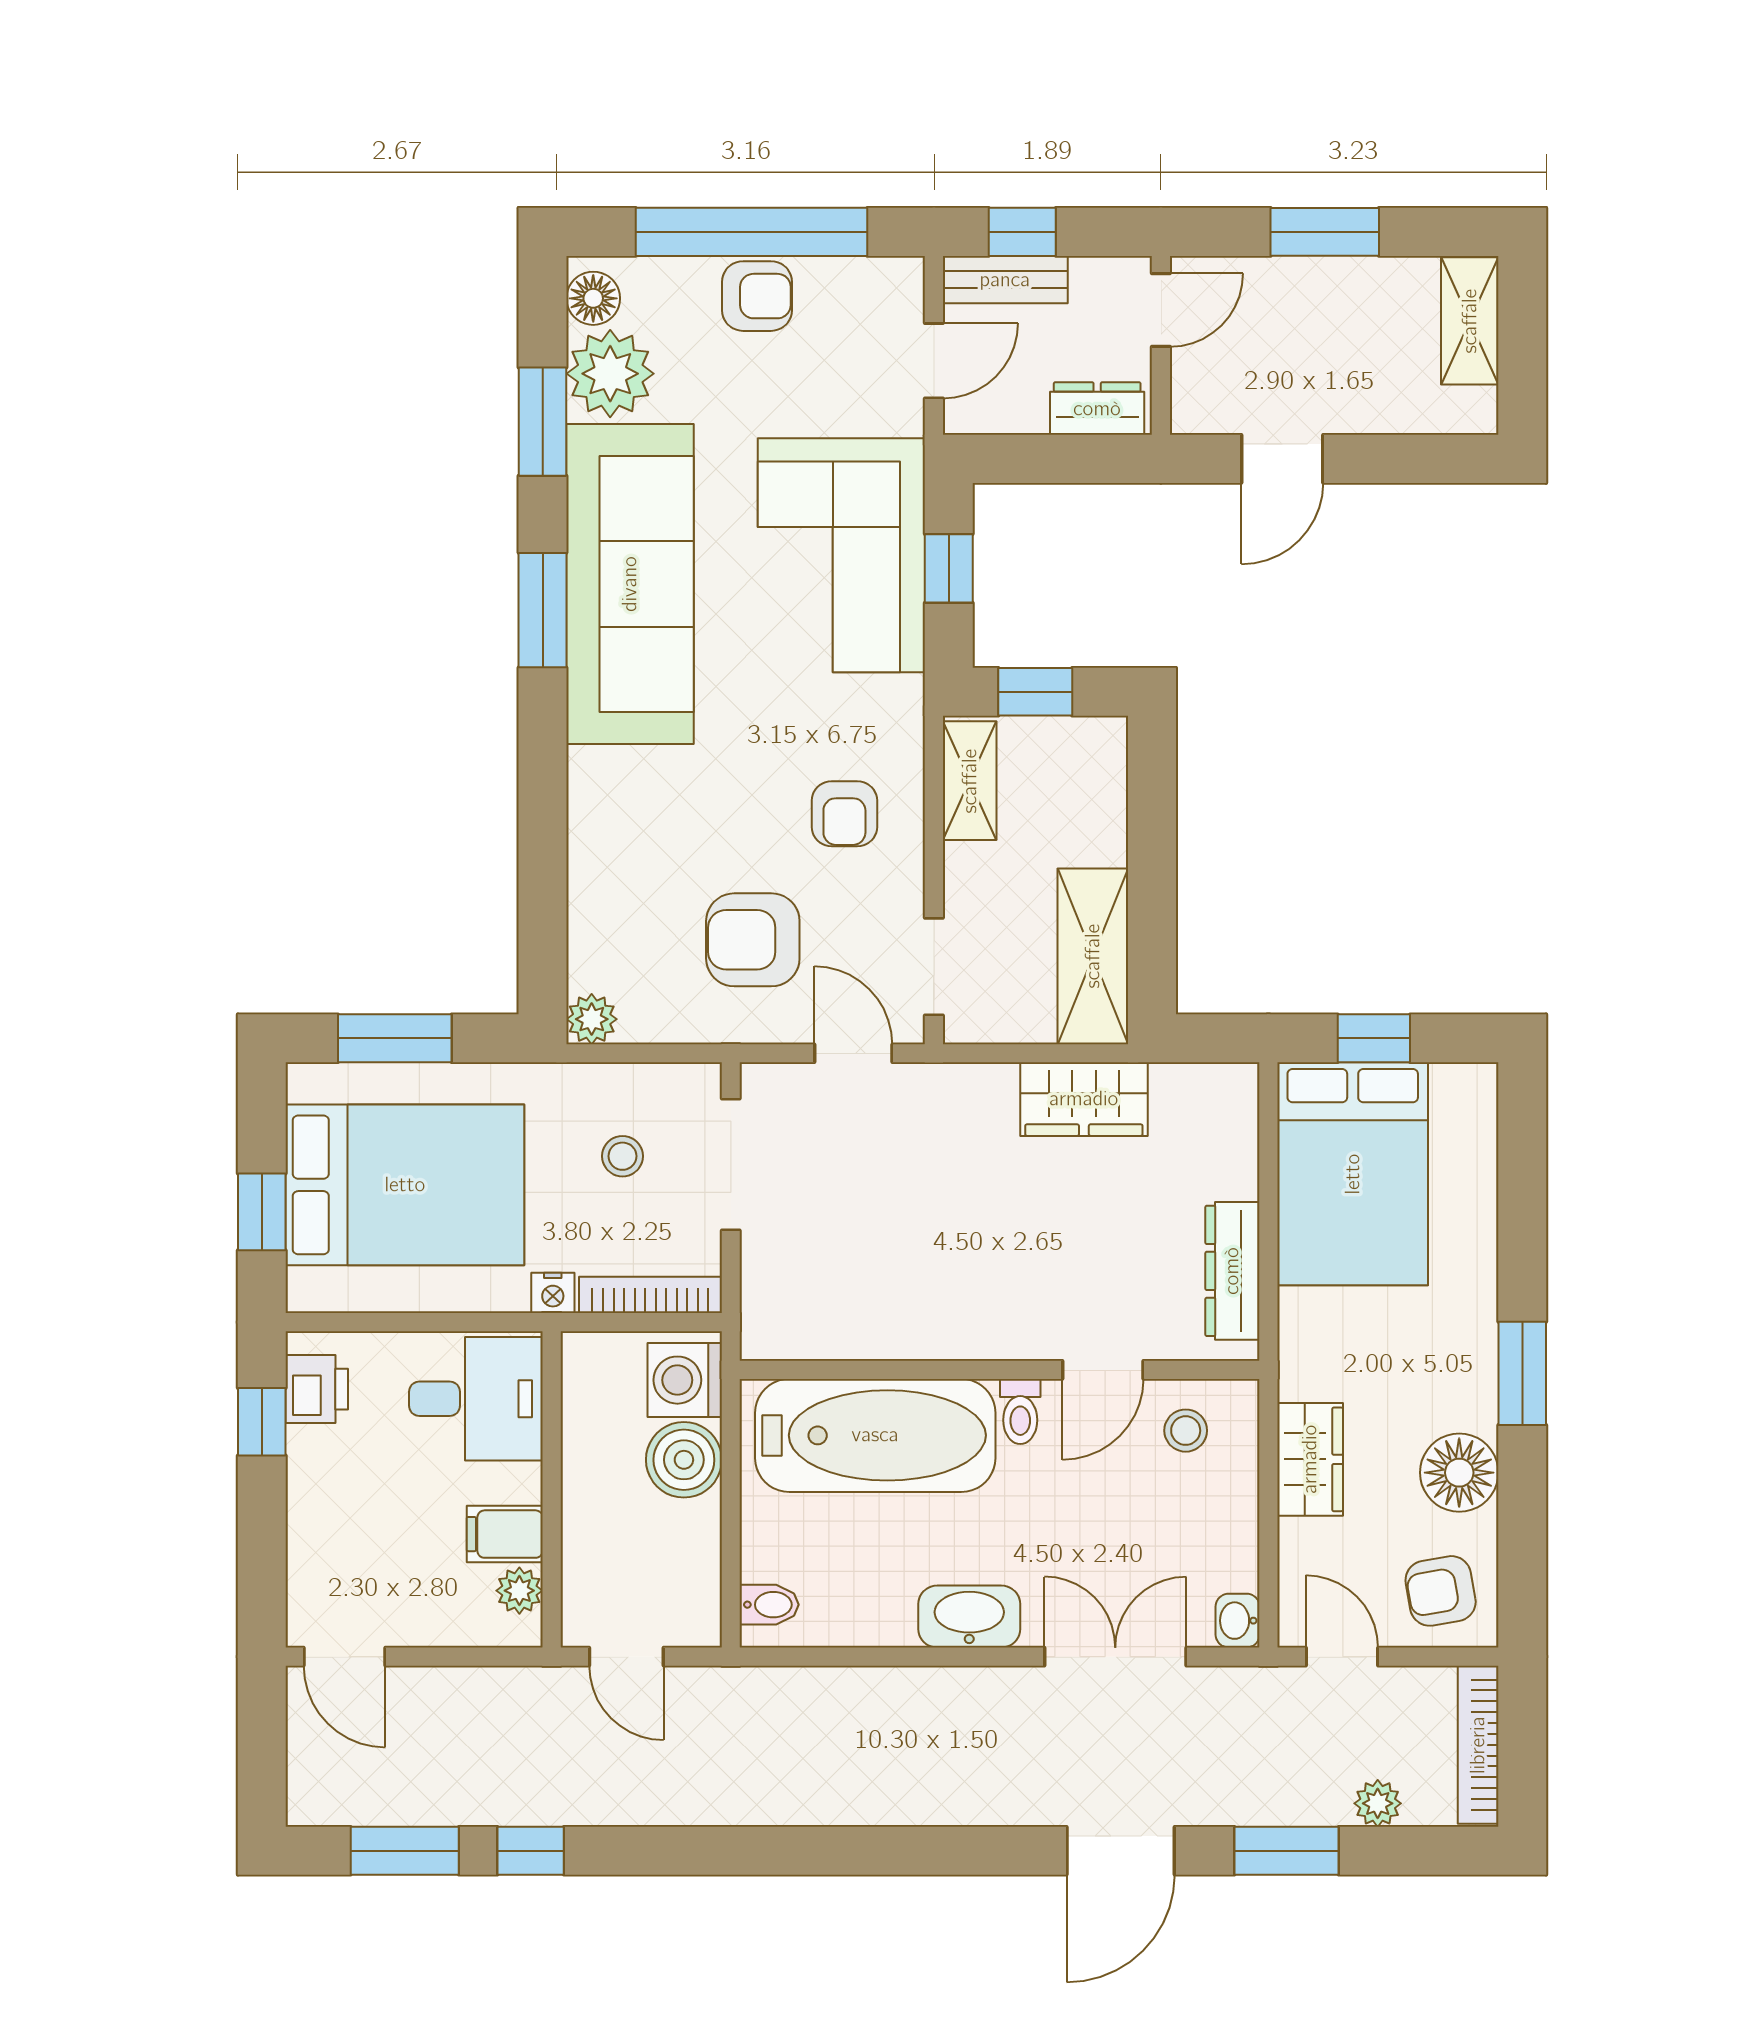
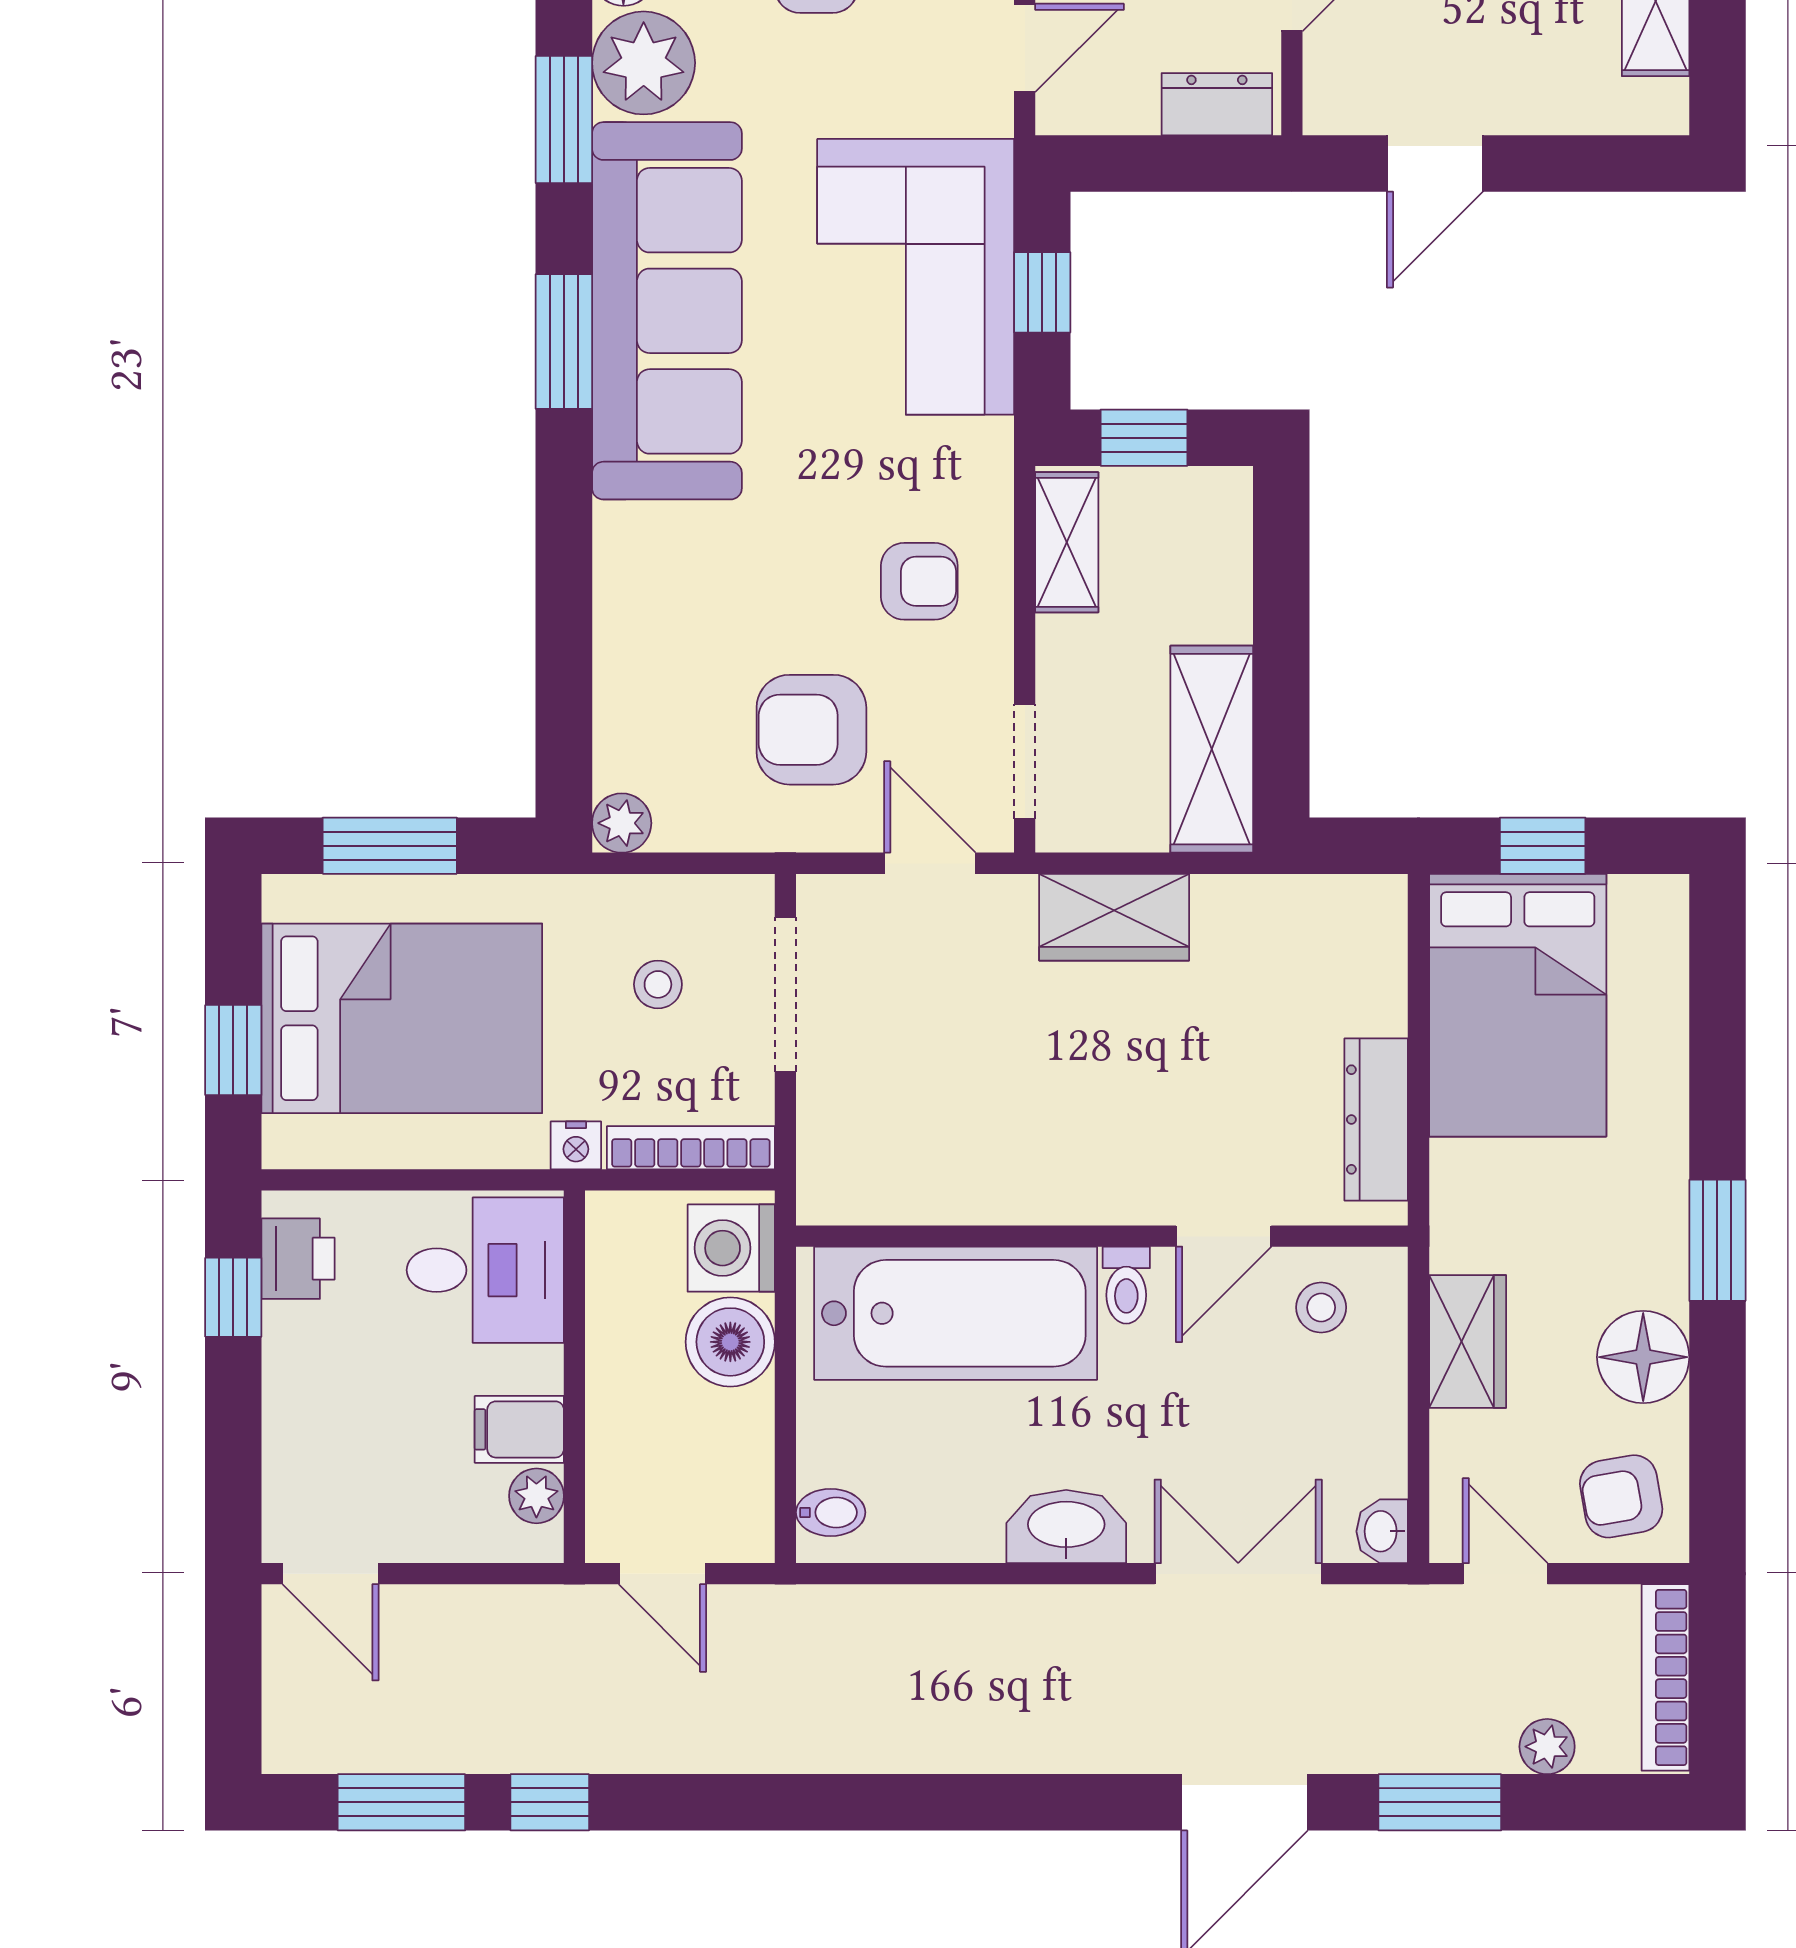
armchair: (844, 814) -> (919, 581), turned -90
wardrobe: (1084, 1099) -> (1114, 917), moved

